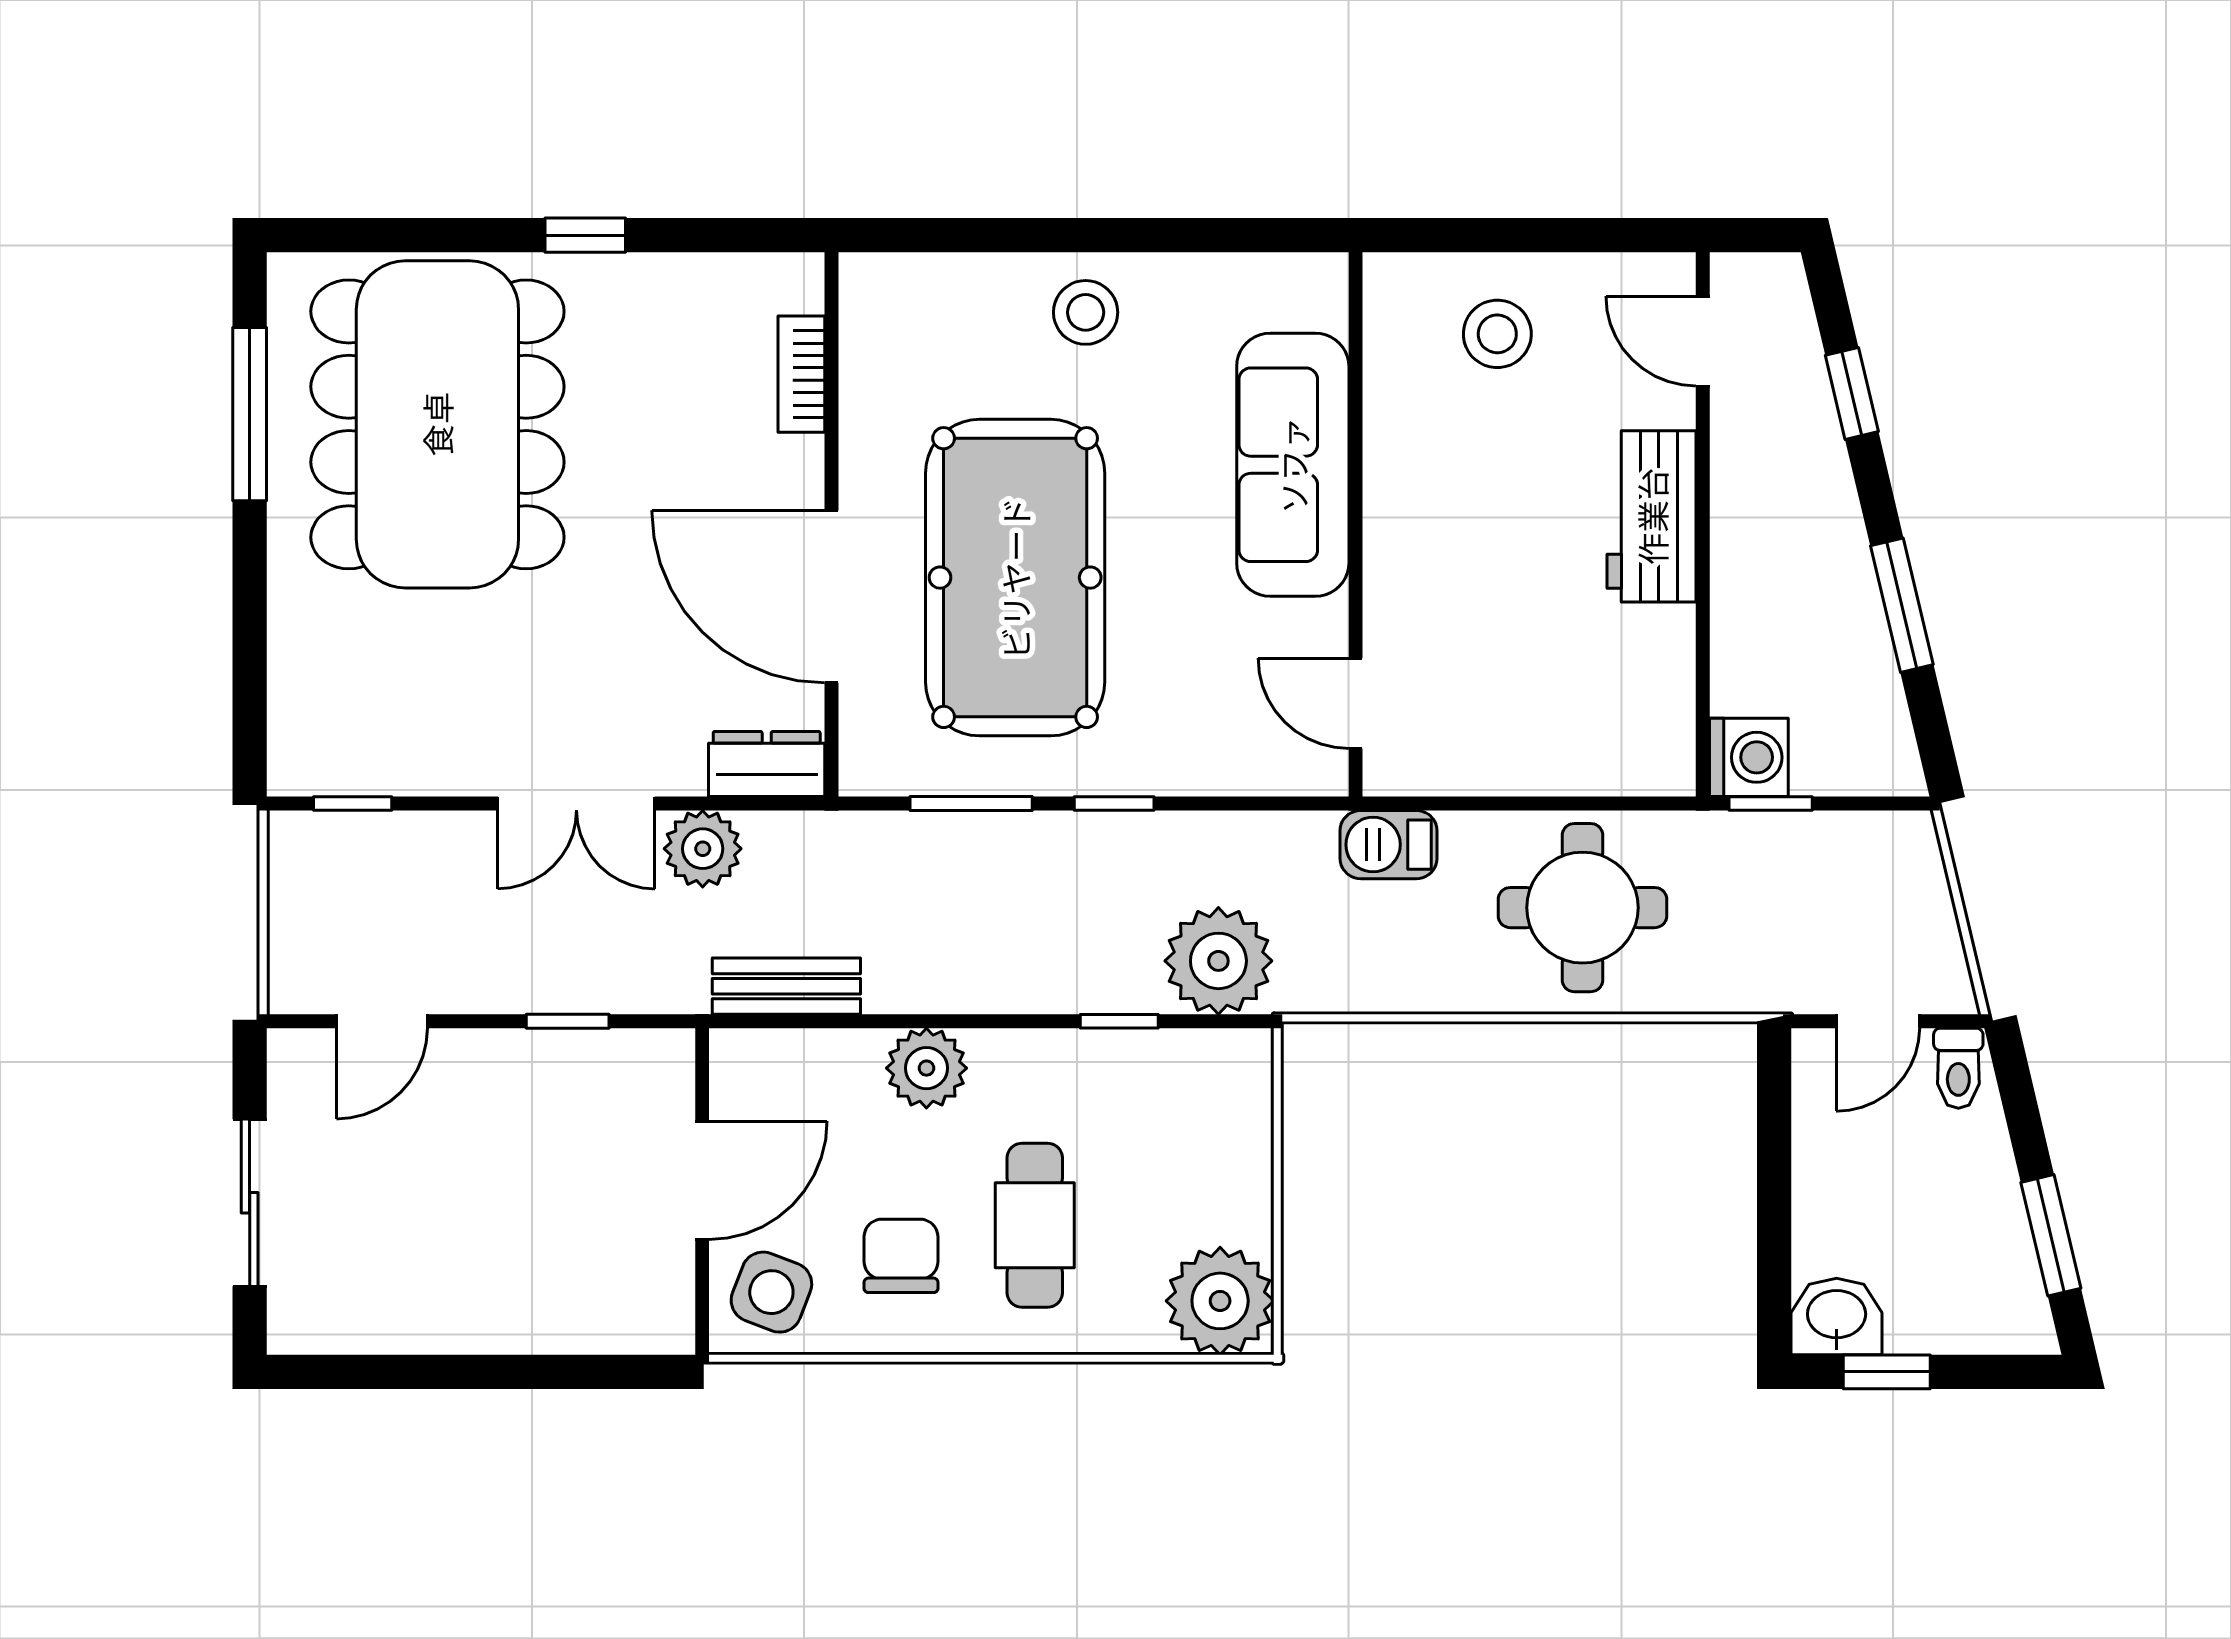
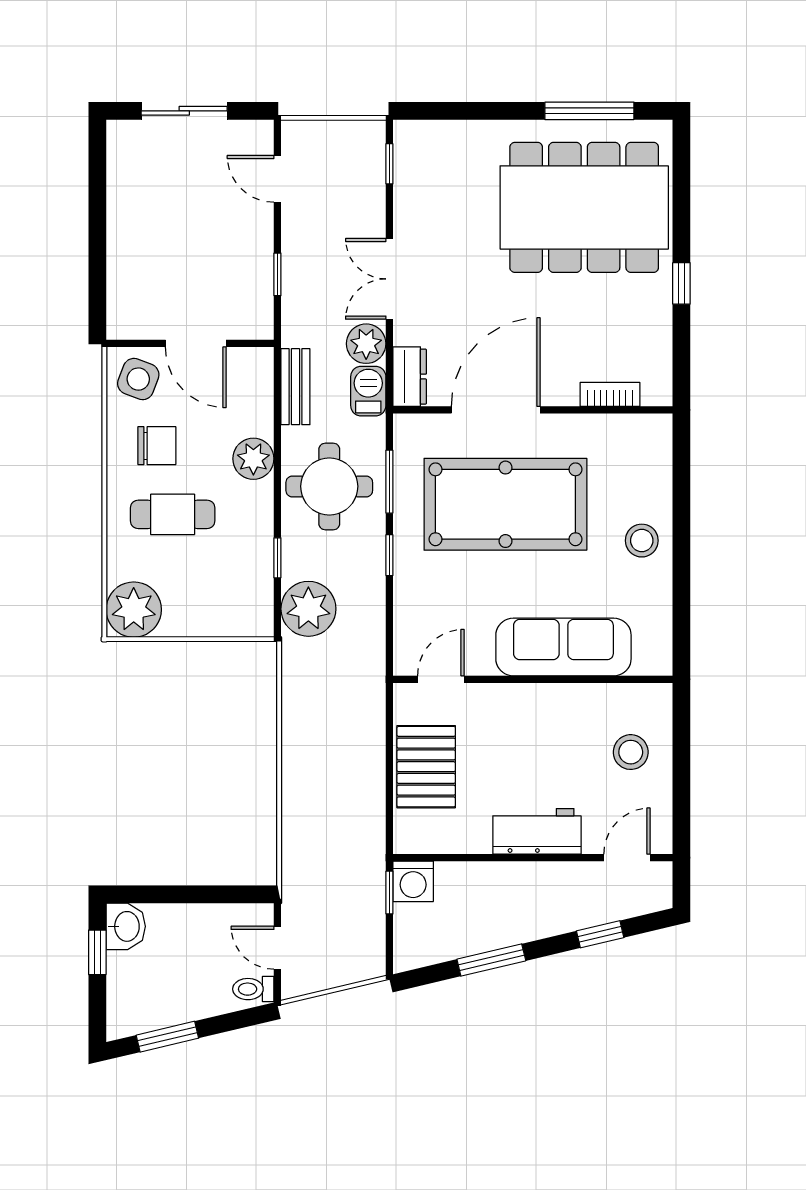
pallet: (1526, 732) -> (426, 767), added
barbecue: (1389, 845) -> (368, 391), moved
round table: (1582, 908) -> (329, 486), moved

